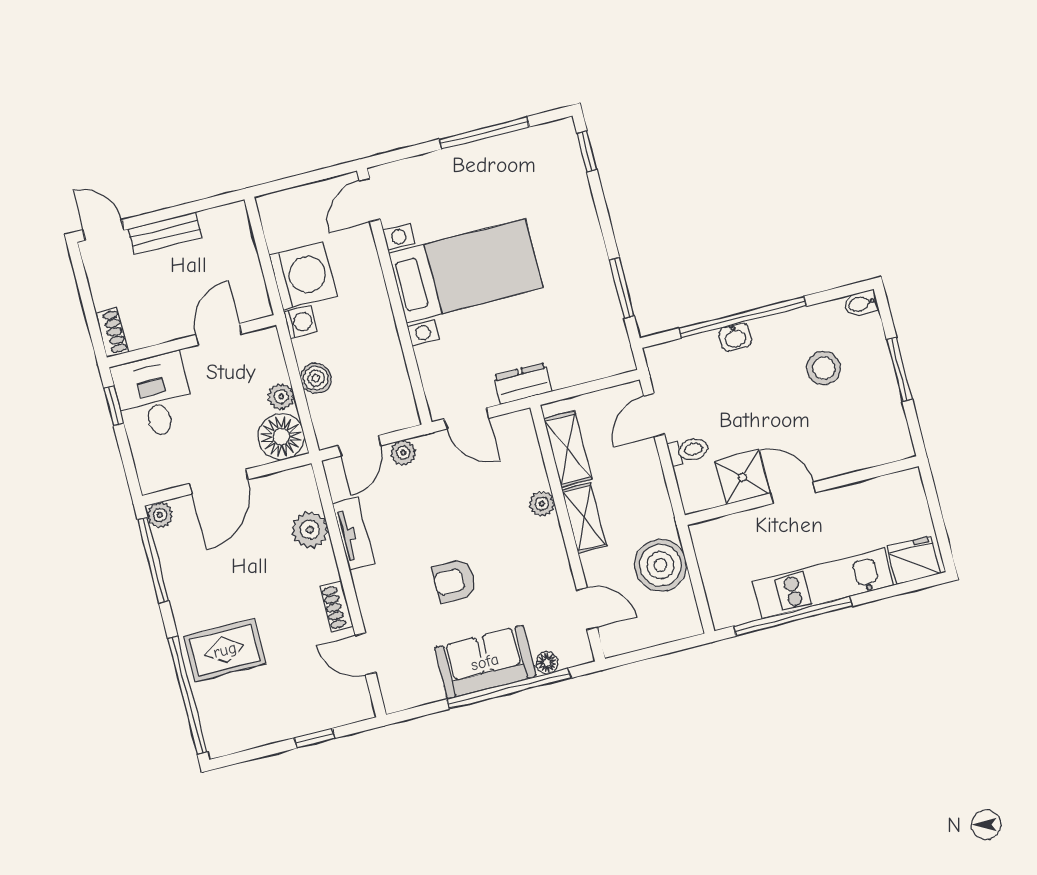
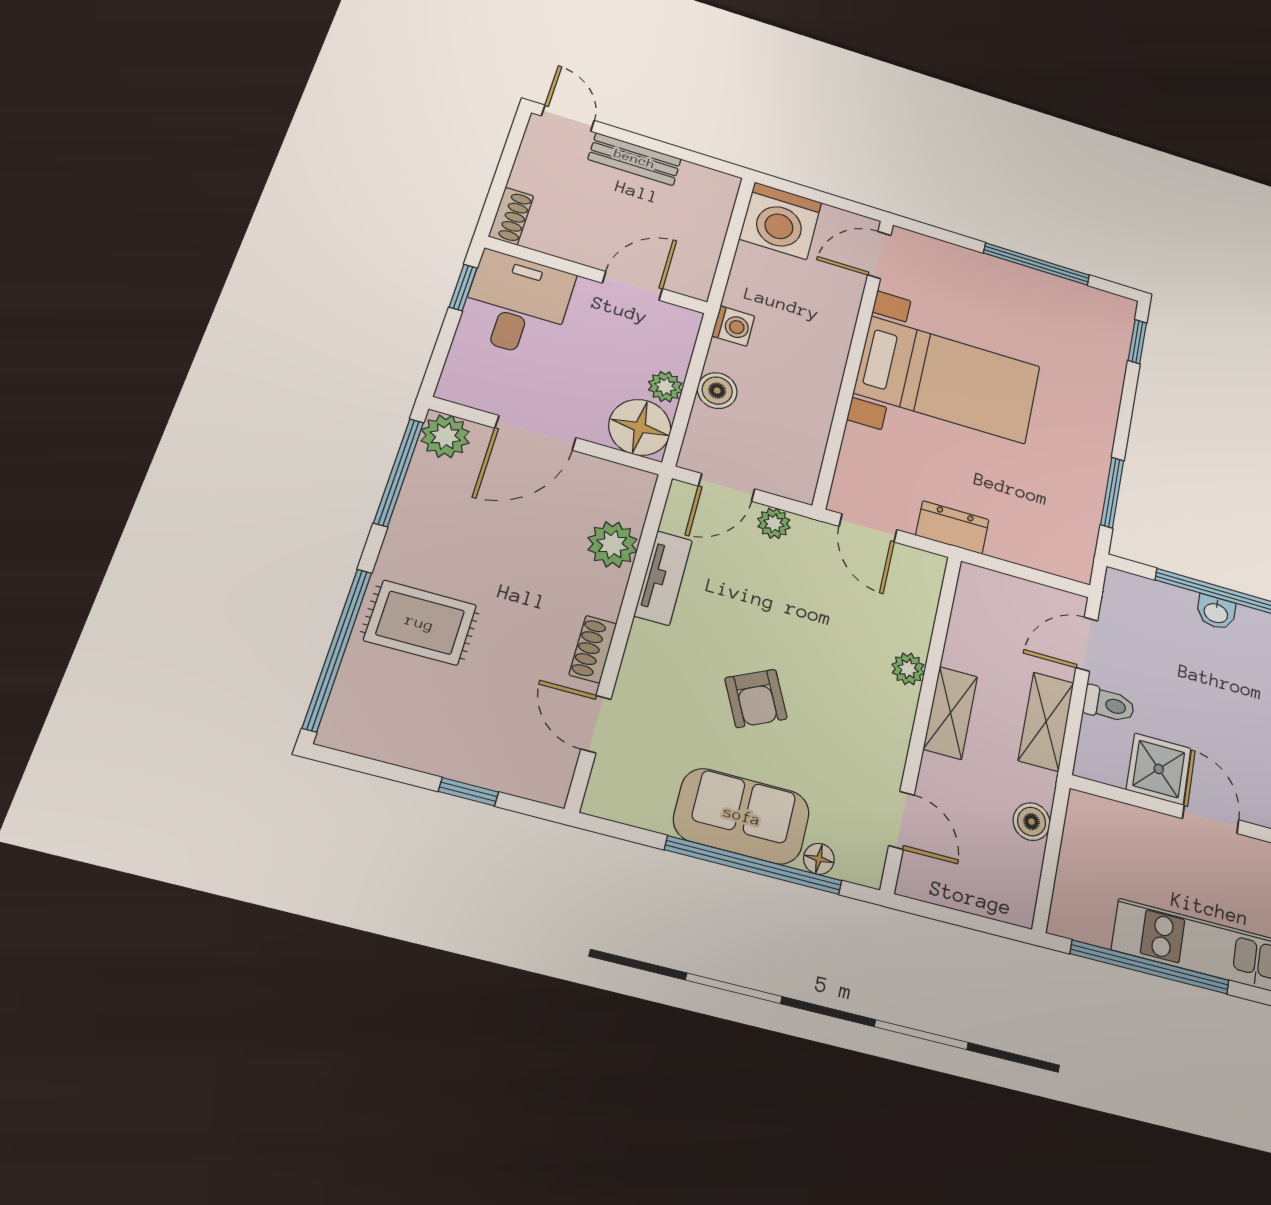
washing machine: (303, 275) -> (780, 221), moved, turned 90
shelving: (568, 449) -> (1046, 722), moved
plant: (160, 515) -> (445, 436), width x1.38, depth x1.38
boiler: (660, 565) -> (1032, 822), width x0.54, depth x0.54
armchair: (454, 581) -> (756, 698), turned -116

